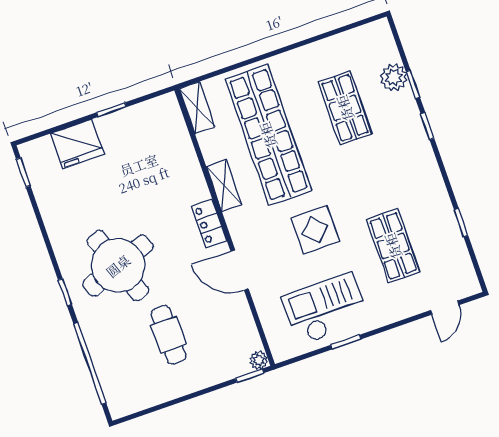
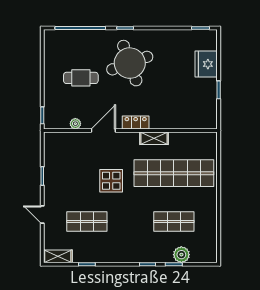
shelving: (197, 108) -> (58, 256), moved
door: (445, 308) -> (42, 215), moved
checkout: (325, 309) -> (65, 171), removed
plant: (259, 360) -> (75, 124), moved

